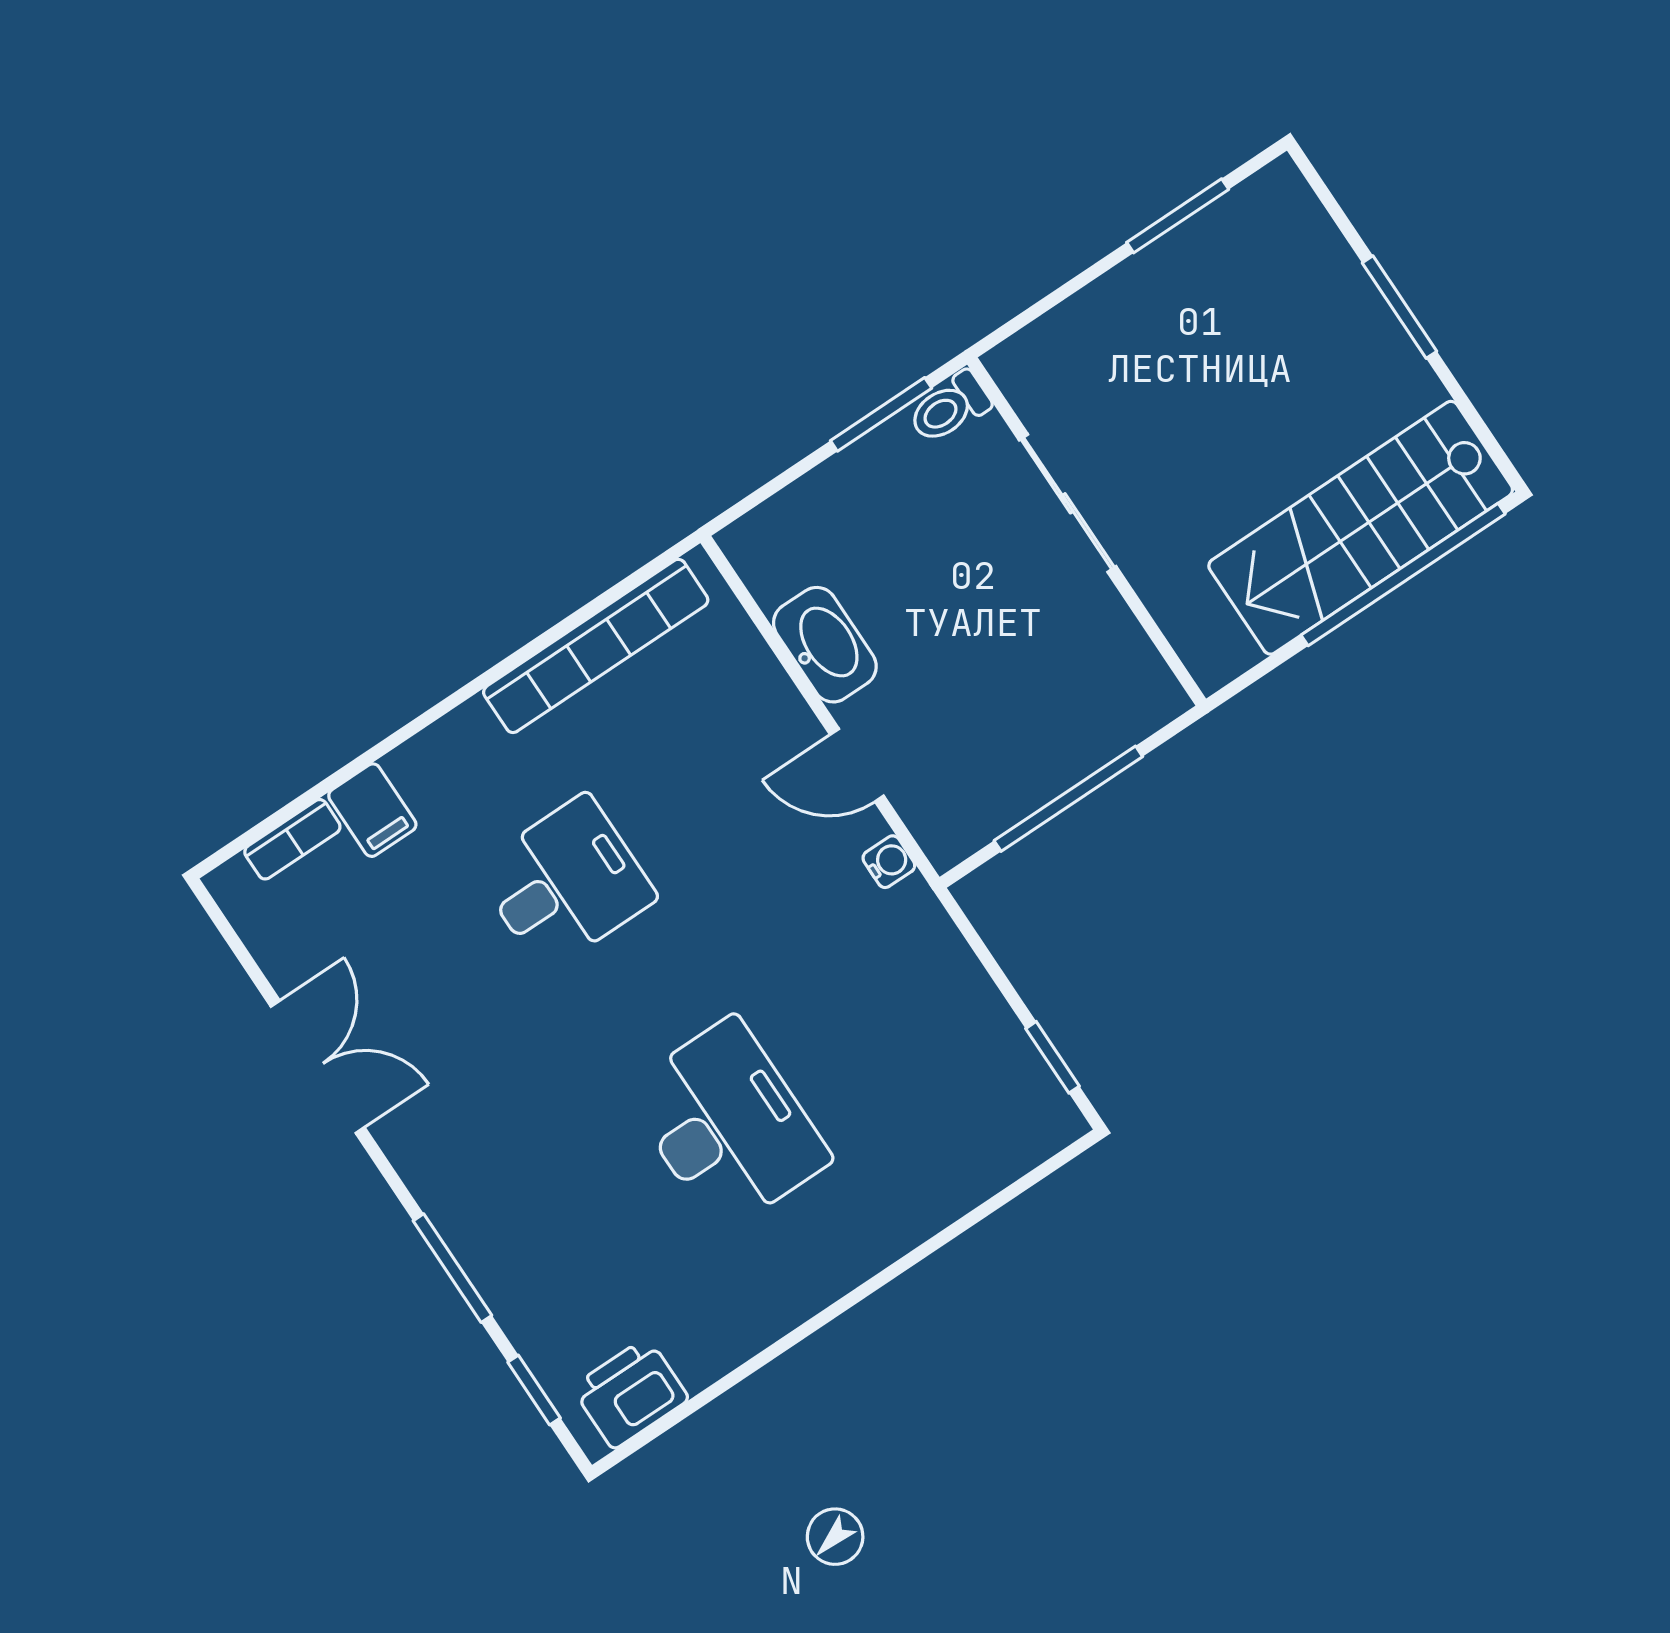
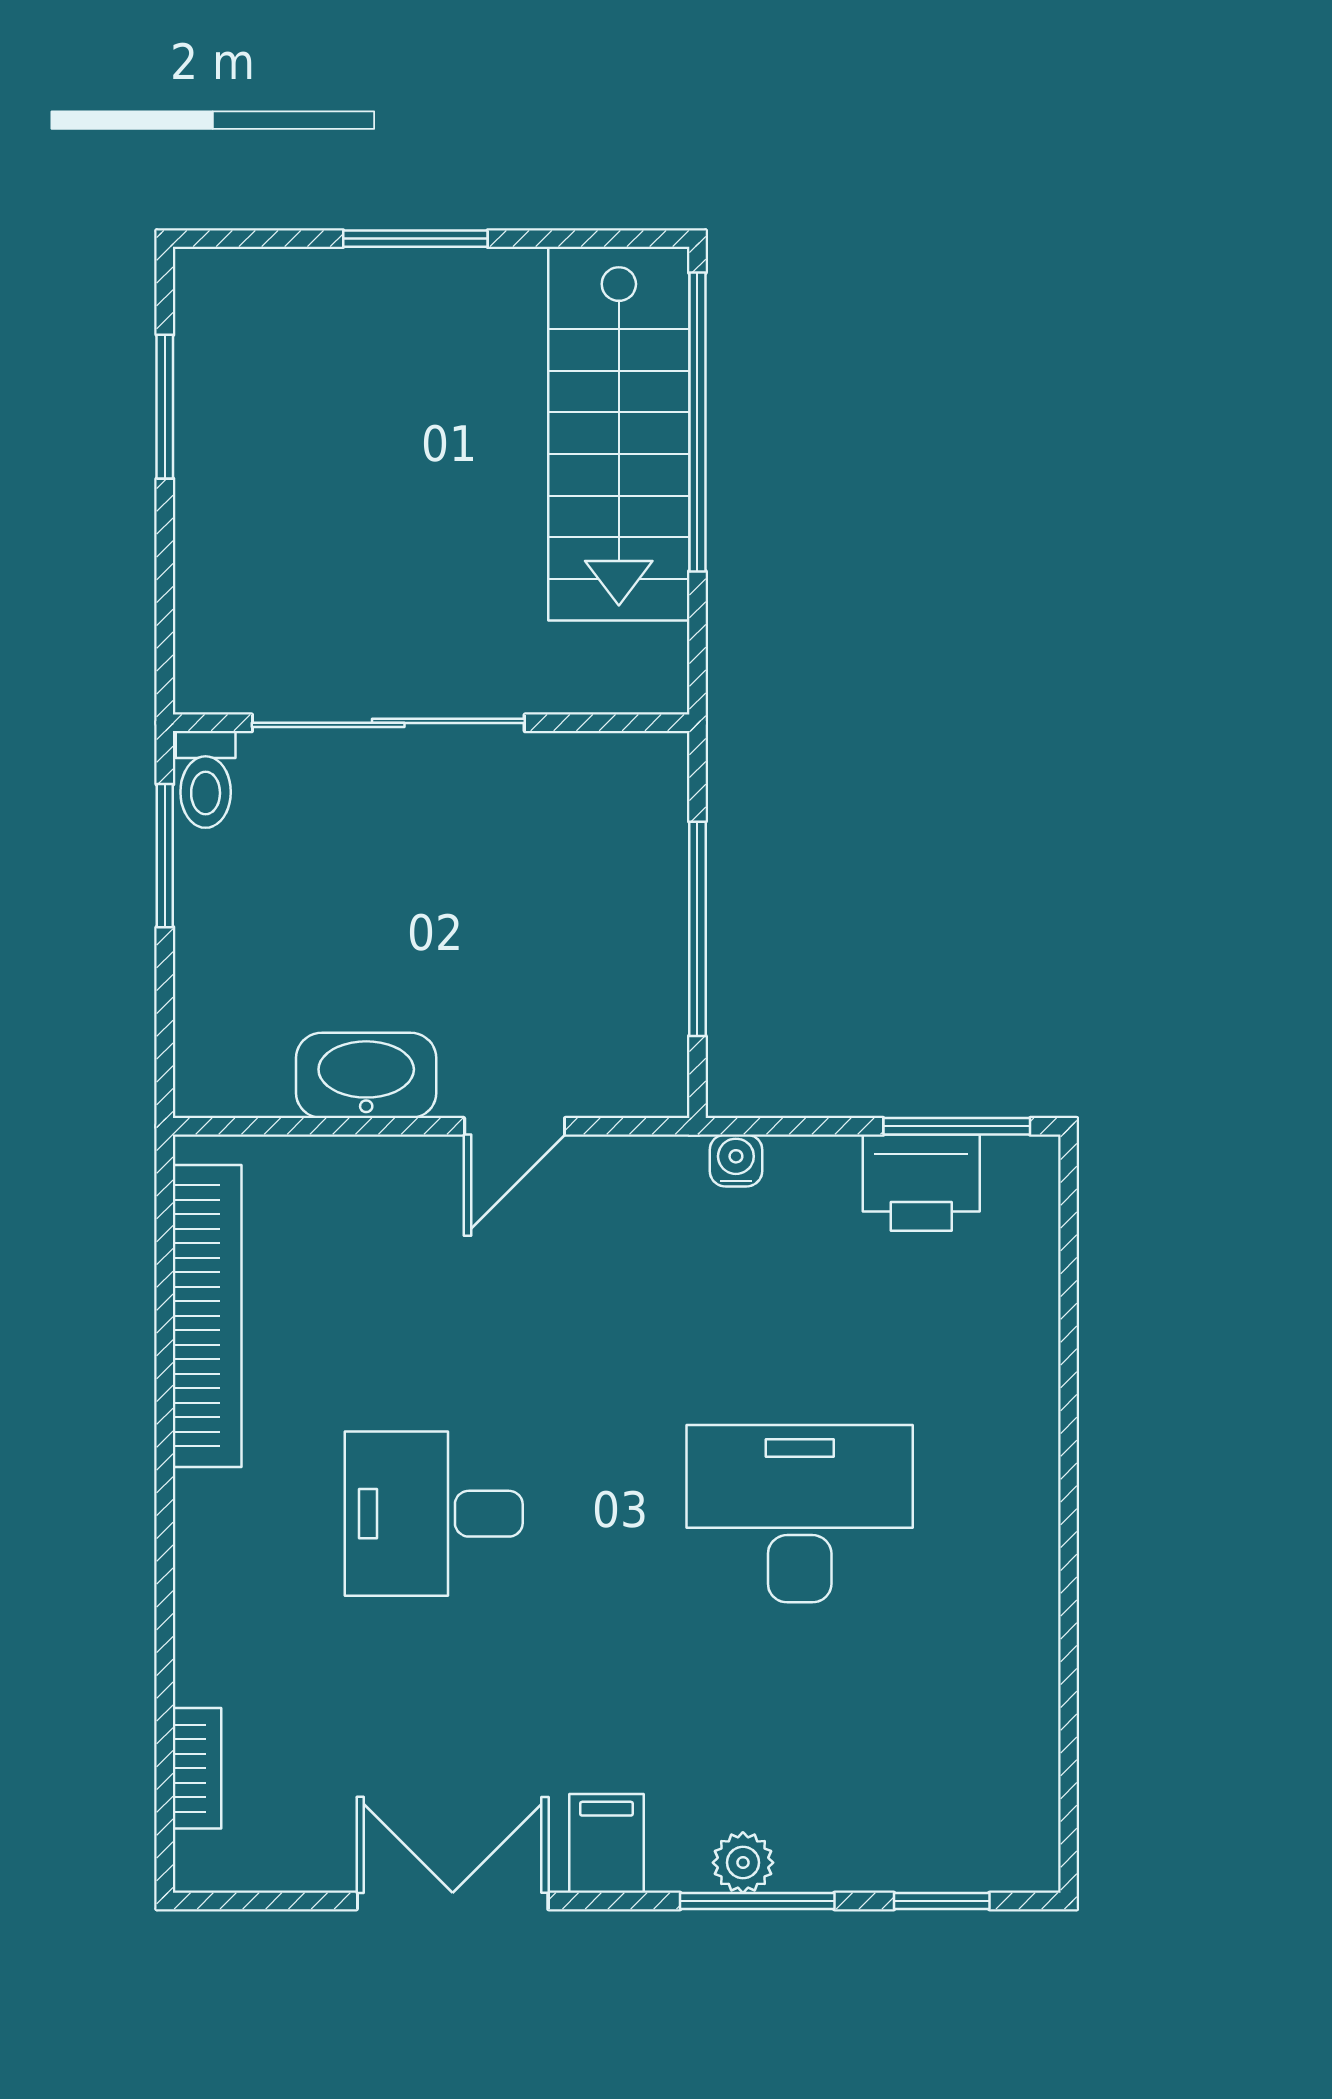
sliding door: (1068, 503) -> (388, 723), width x1.37
filing cabinet: (372, 810) -> (606, 1843), moved, turned -90
water cooler: (889, 862) -> (736, 1160), moved
desk: (565, 883) -> (434, 1514), turned -90
window: (1052, 1057) -> (957, 1126), width x1.50
plant: (472, 1242) -> (743, 1863), added
printer: (630, 1393) -> (921, 1183), moved, turned -90

